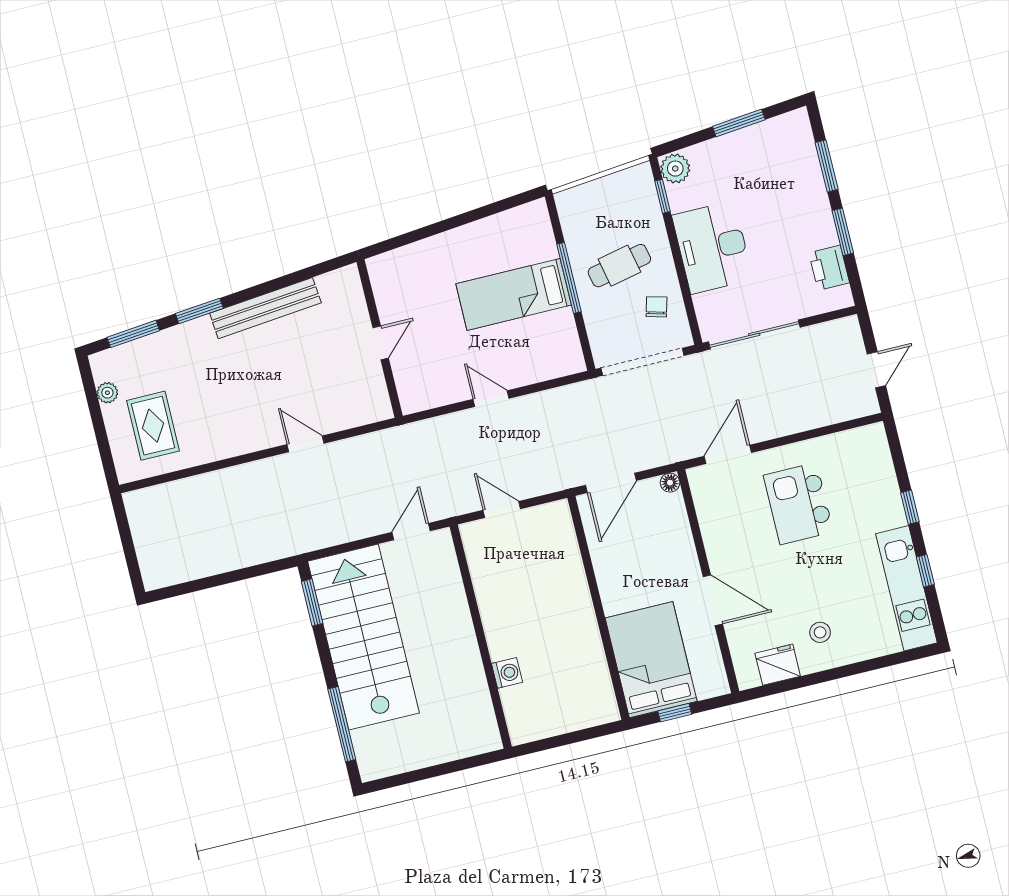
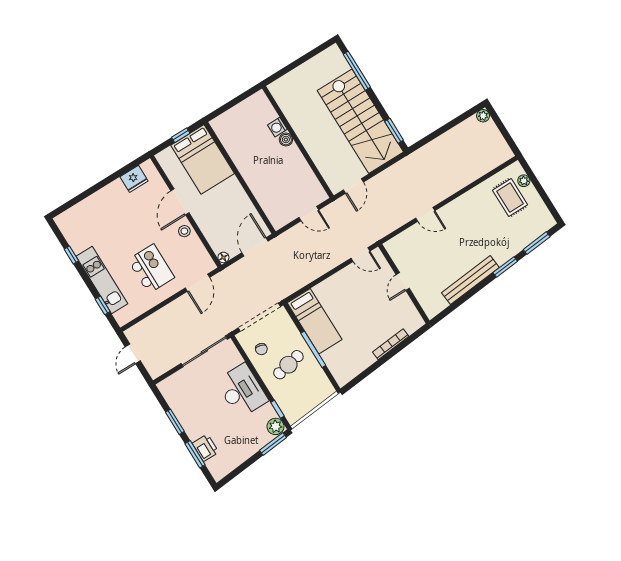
window: (739, 123) -> (273, 444), moved
bookcase: (435, 244) -> (391, 344), added
printer: (829, 268) -> (205, 448), moved
bed: (514, 294) -> (315, 321), moved, turned 90
plant: (107, 393) -> (524, 181), moved
door: (491, 399) -> (360, 255), moved
window: (910, 507) -> (103, 305), moved
plant: (153, 579) -> (483, 116), added
kitchen unit: (906, 588) -> (102, 280), moved
door: (713, 600) -> (180, 202), hinge flipped
stool: (820, 632) -> (184, 231), moved
boiler: (499, 647) -> (286, 140), added

